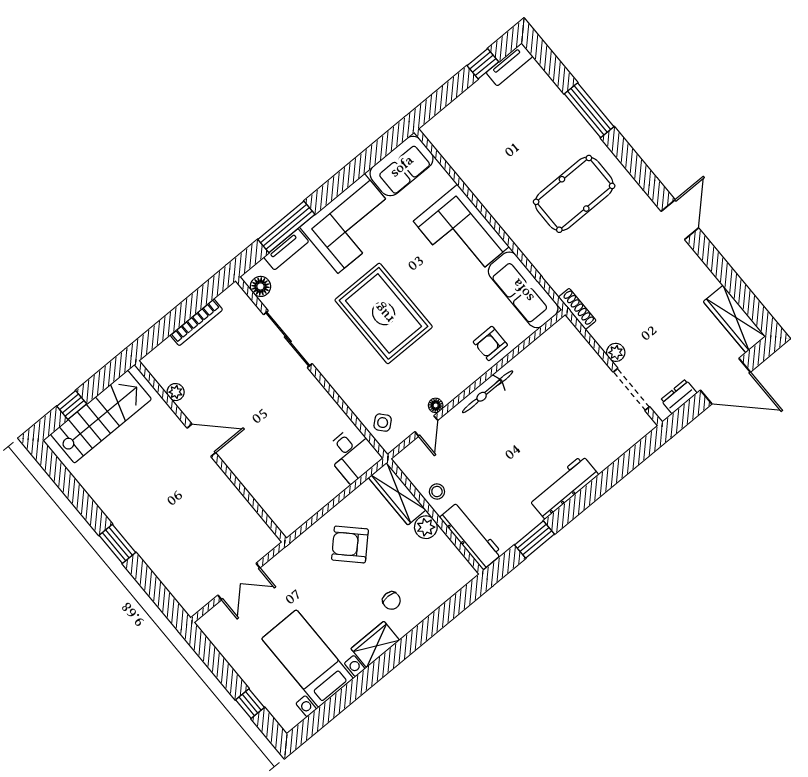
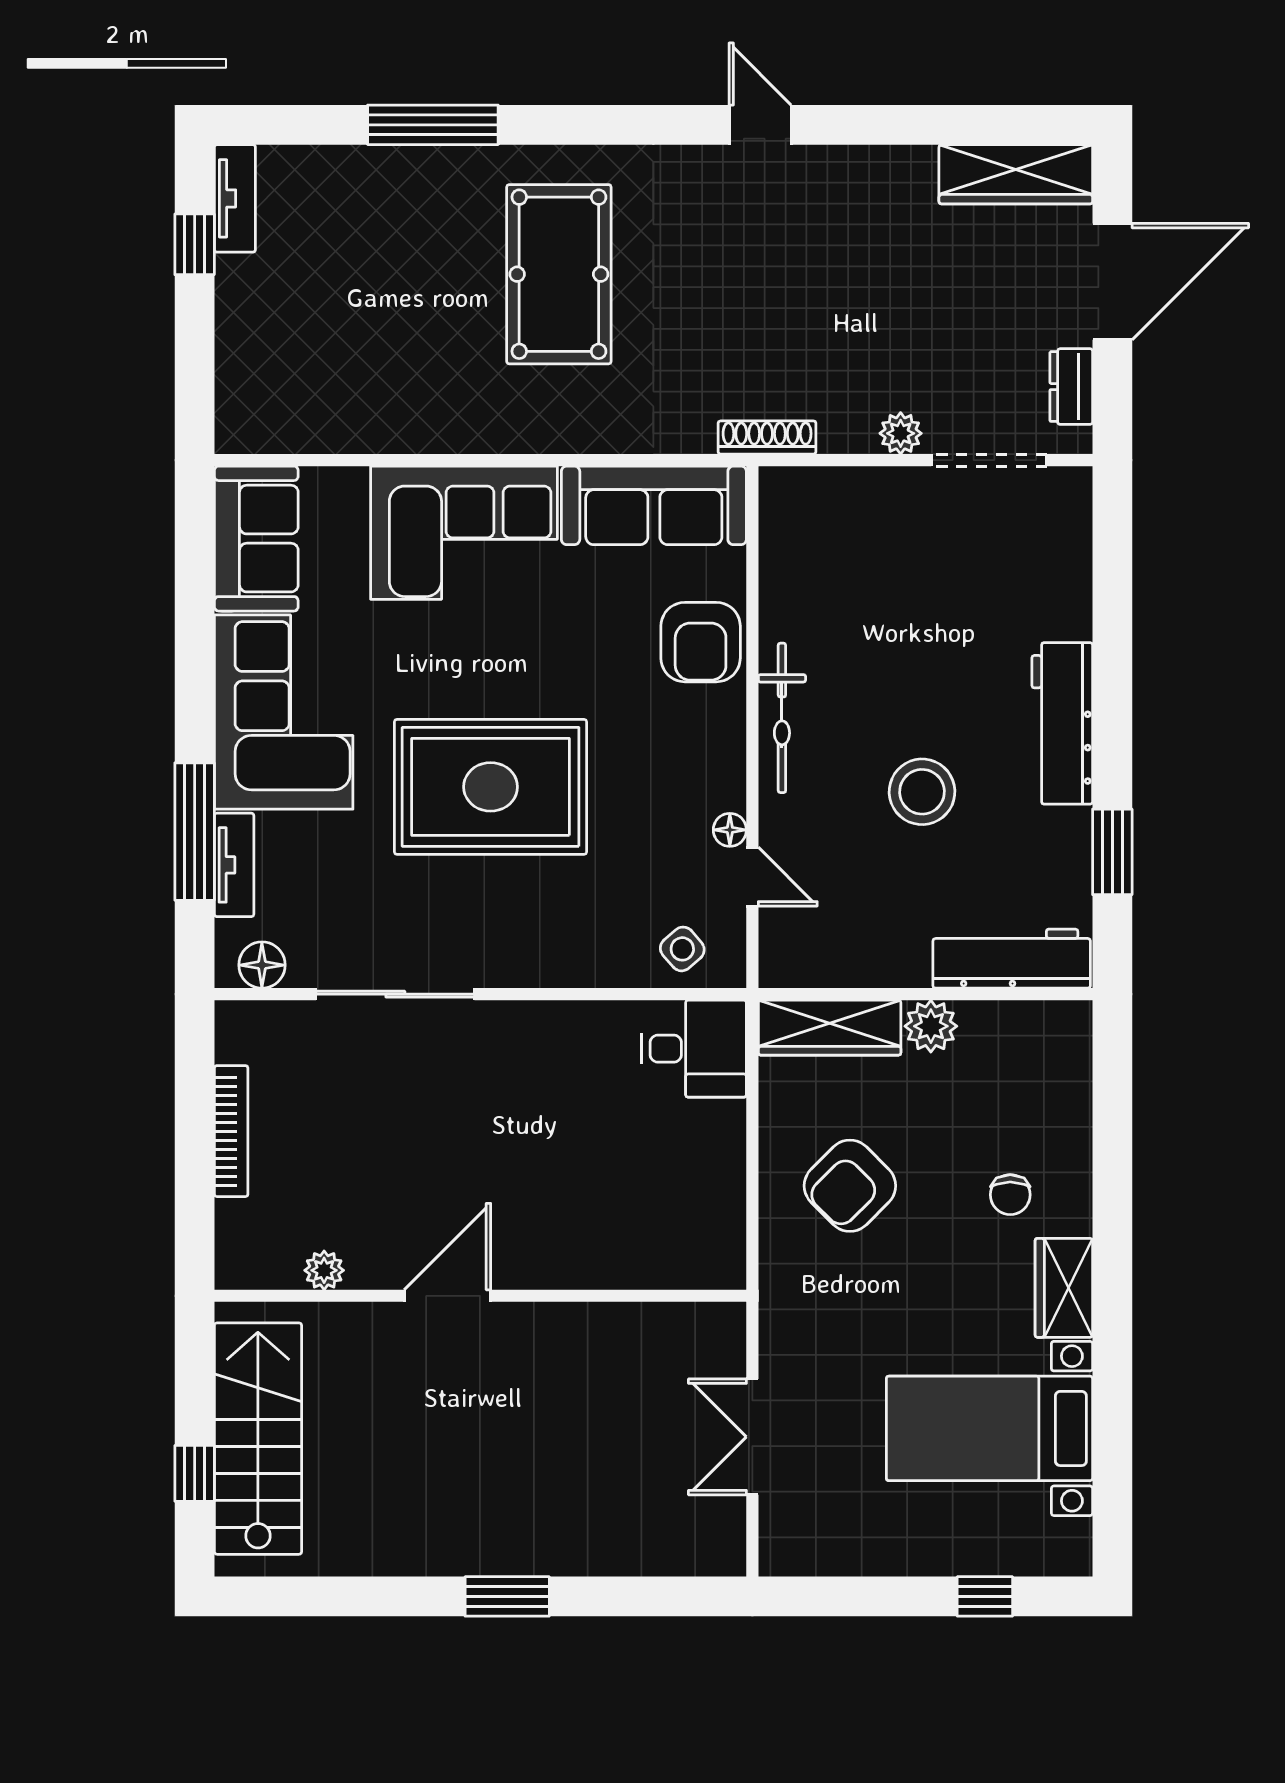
door: (680, 220) -> (760, 125), width x0.73
armchair: (490, 343) -> (701, 642), width x1.38, depth x1.38
stool: (437, 491) -> (922, 792), moved, width x1.89, depth x1.89
double door: (239, 582) -> (752, 1437), swing flipped
chair: (391, 601) -> (1010, 1195), turned 90

